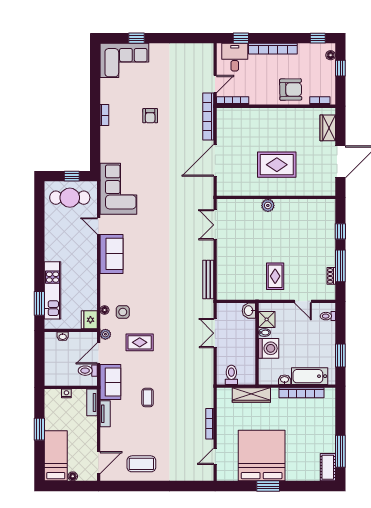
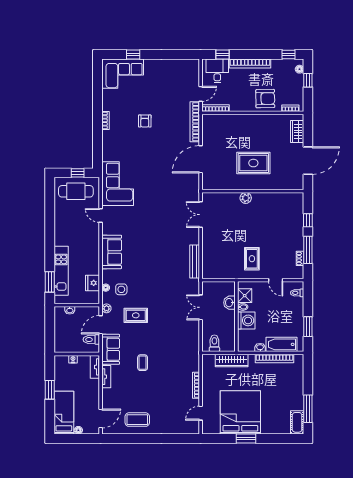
sofa: (112, 254) -> (112, 252), moved
washbasin: (249, 311) -> (229, 303), moved
fridge: (89, 320) -> (93, 283), moved

